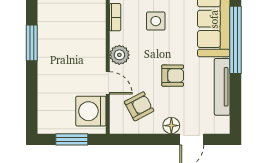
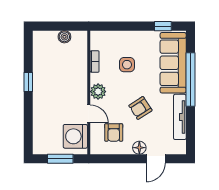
window: (32, 43) -> (28, 82), width x0.67
armchair: (173, 76) -> (140, 108), turned 147
armchair: (139, 106) -> (114, 132), turned 118

